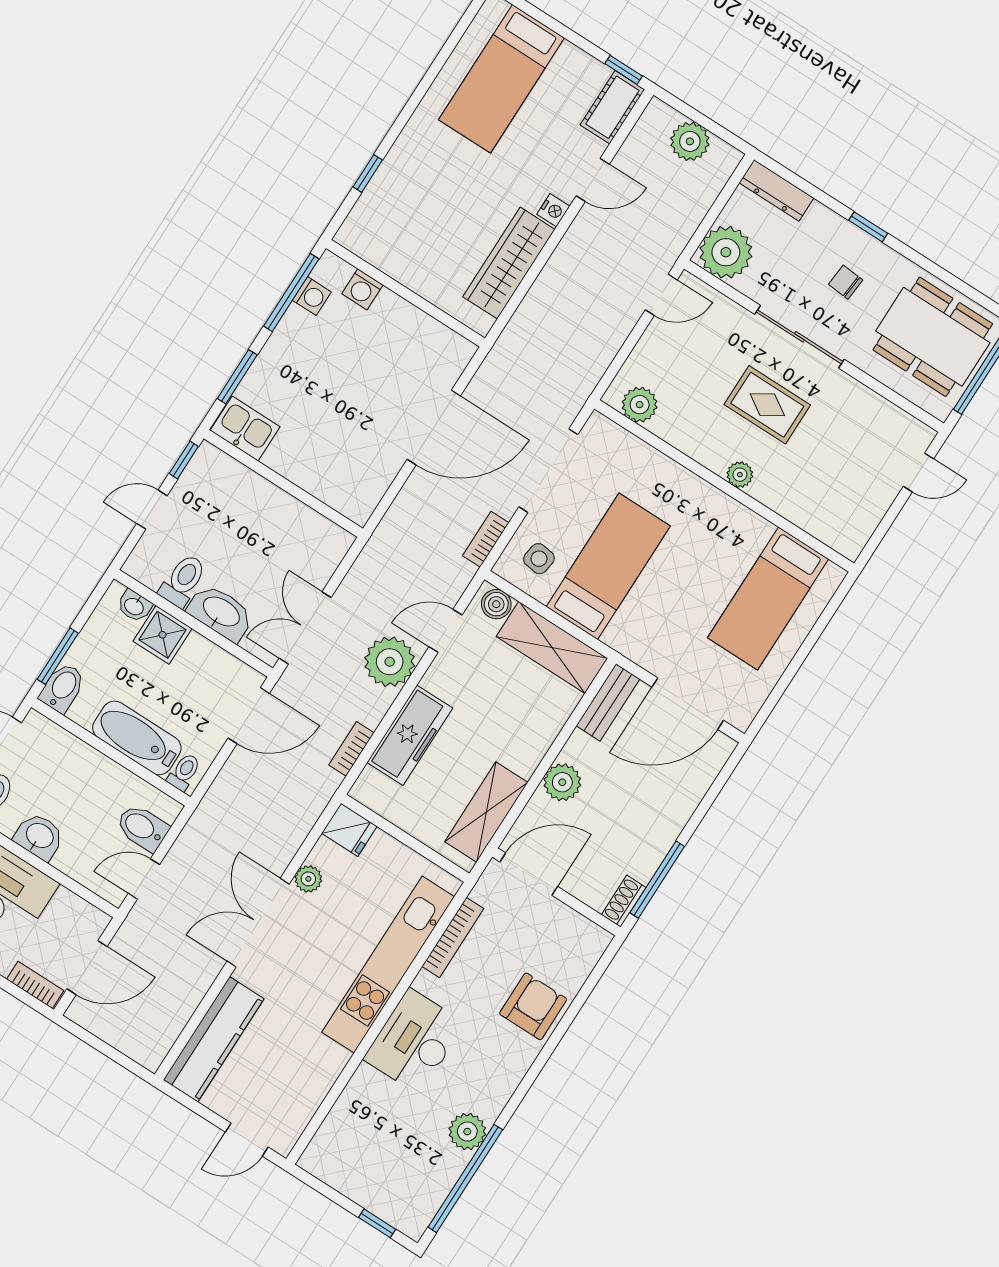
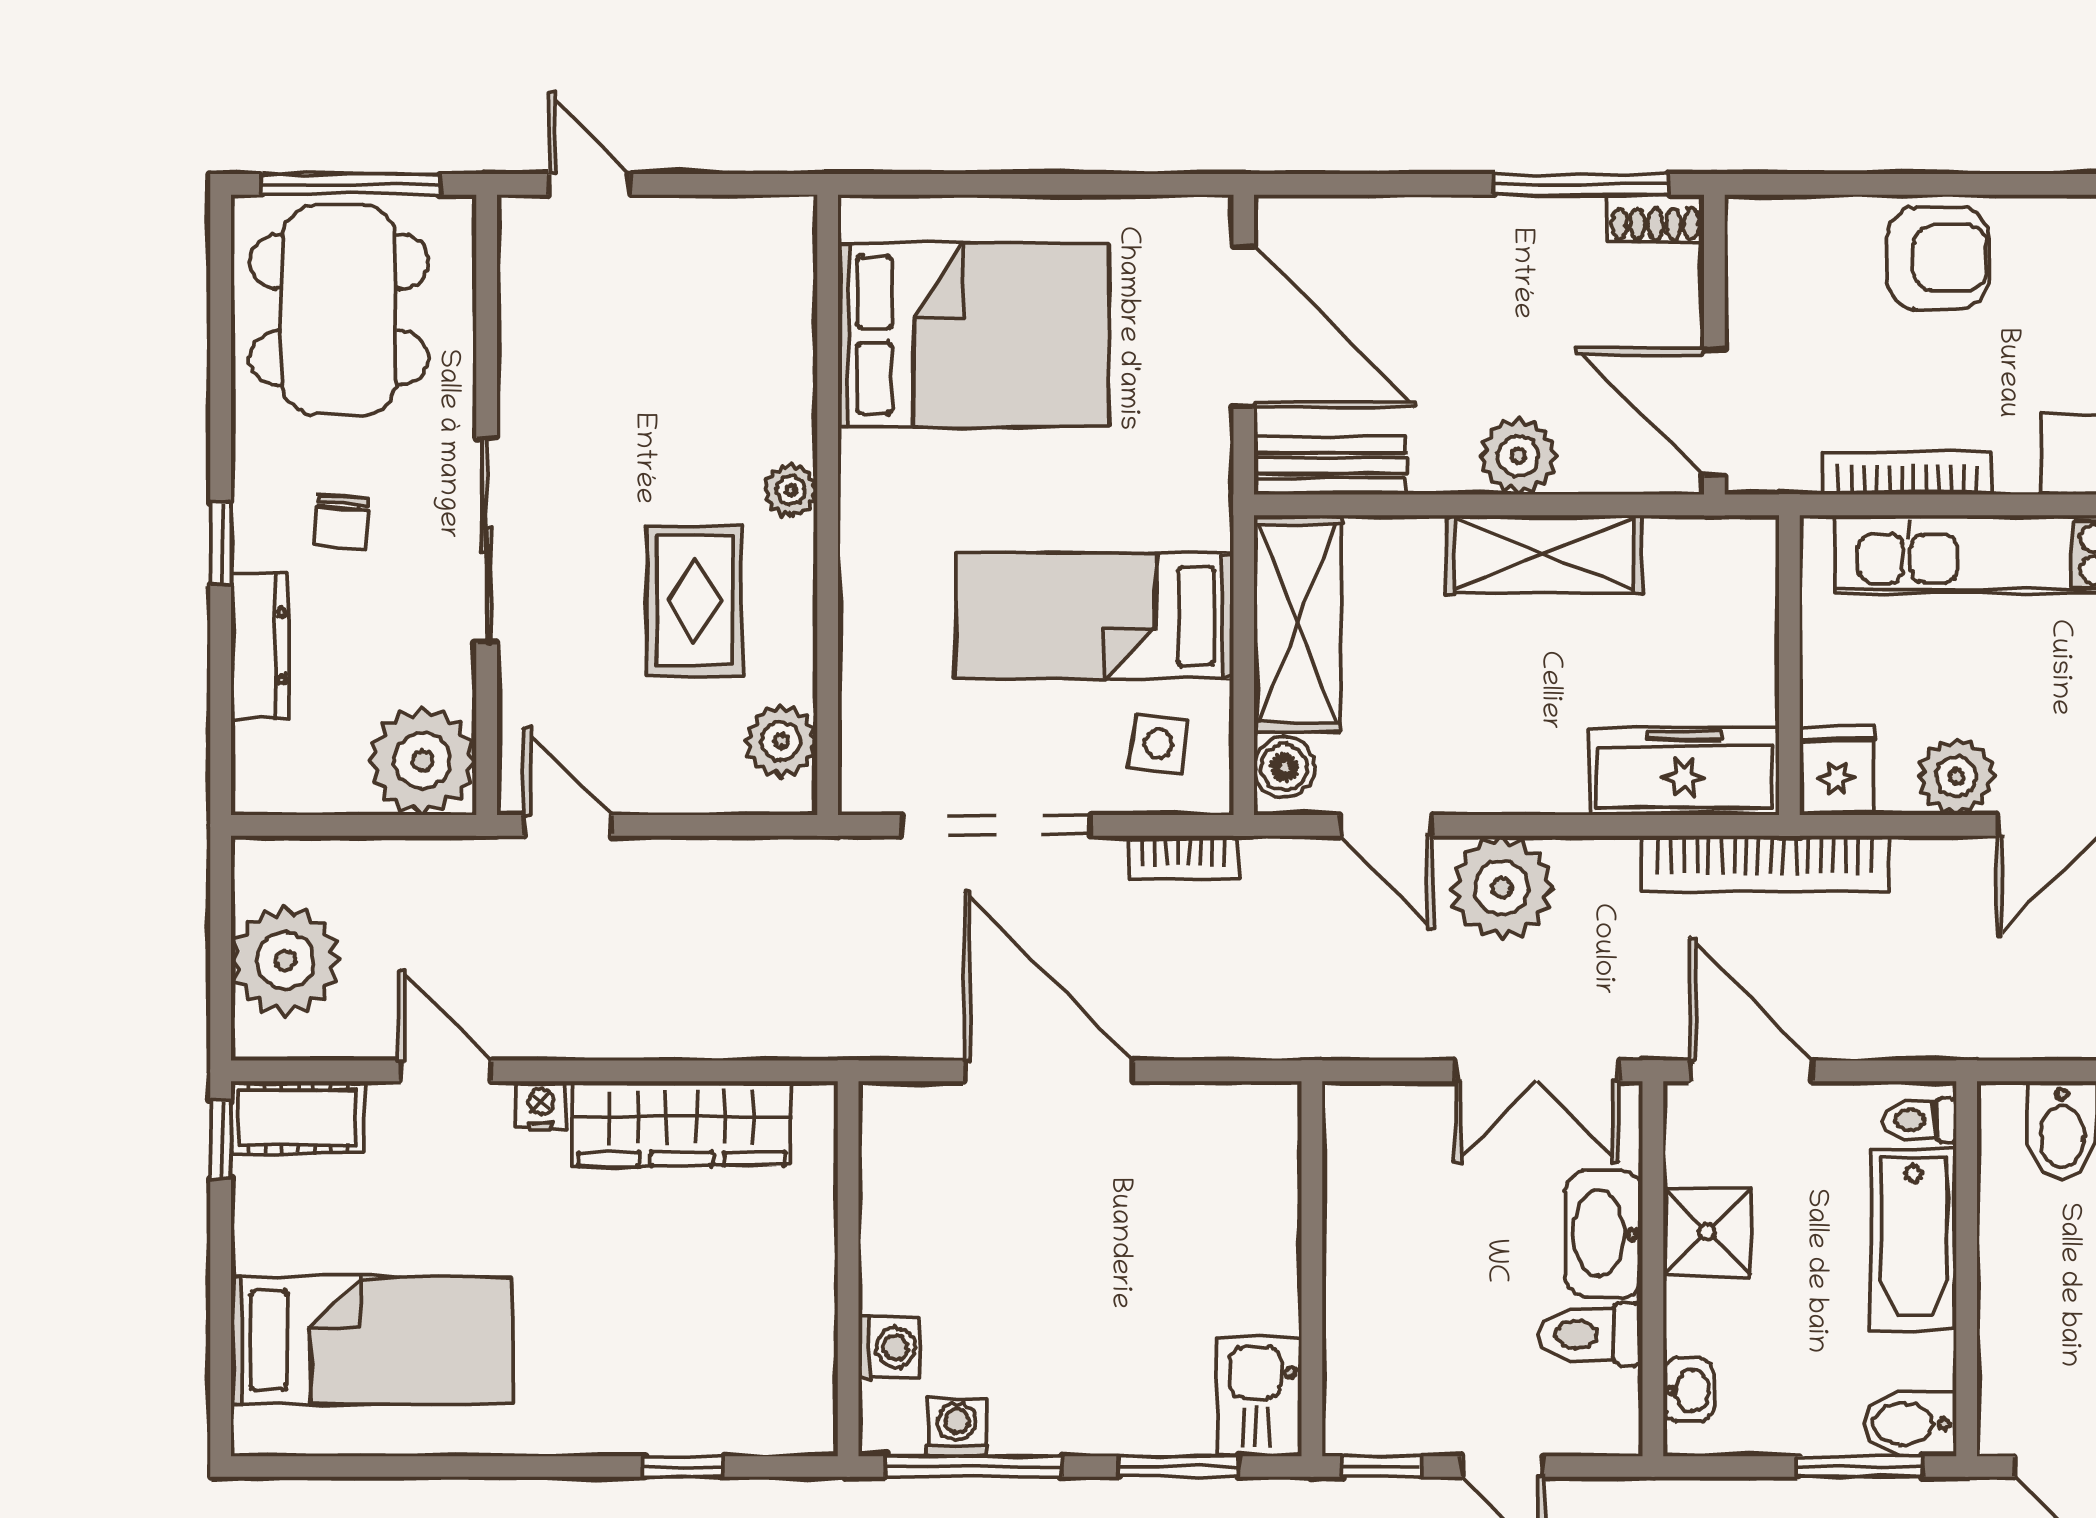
plant: (690, 141) -> (285, 960), width x1.36, depth x1.36
dresser: (776, 190) -> (260, 646), moved
rug: (767, 405) -> (695, 600), moved
bed: (768, 598) -> (973, 335), width x1.50
shower: (163, 635) -> (1707, 1232), moved
freezer: (410, 735) -> (1684, 771), moved
bookcase: (351, 749) -> (1765, 864), width x2.31, depth x1.31
shelving: (486, 812) -> (1544, 554), moved
plant: (308, 879) -> (1956, 777), width x1.38, depth x1.38
armchair: (533, 1006) -> (1938, 258), turned 180

